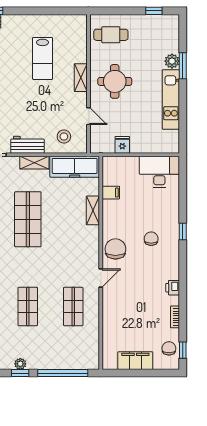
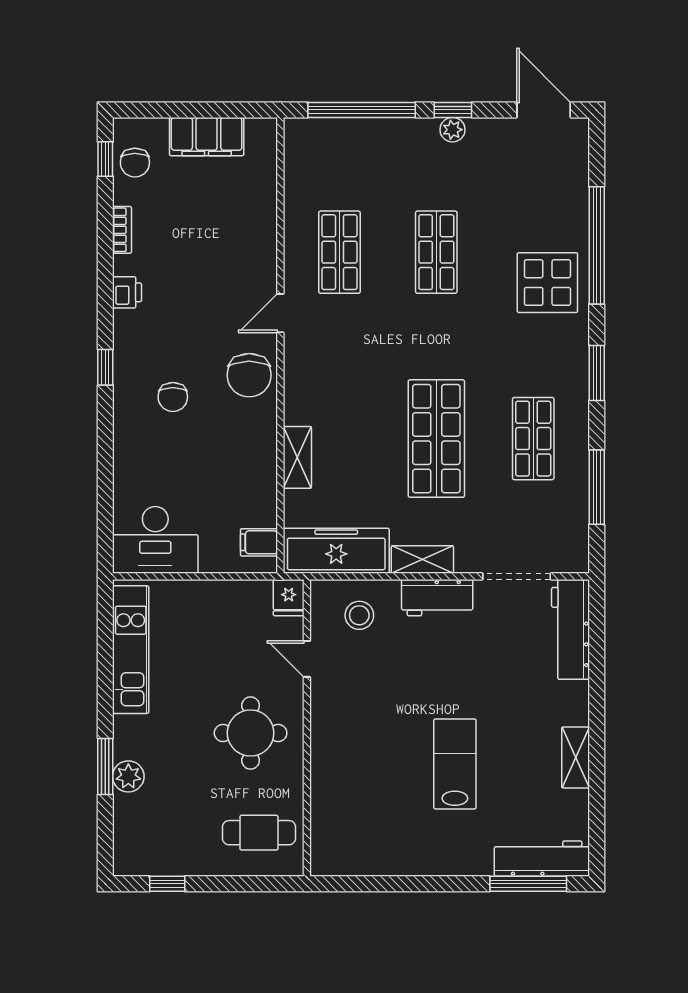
lab bench: (43, 58) -> (455, 764), moved
shelving: (81, 78) -> (323, 741), removed
kitchen unit: (171, 99) -> (131, 650), moved
fridge: (122, 145) -> (289, 598), moved
filing cabinet: (111, 193) -> (259, 542), moved
window: (183, 232) -> (105, 367), moved

